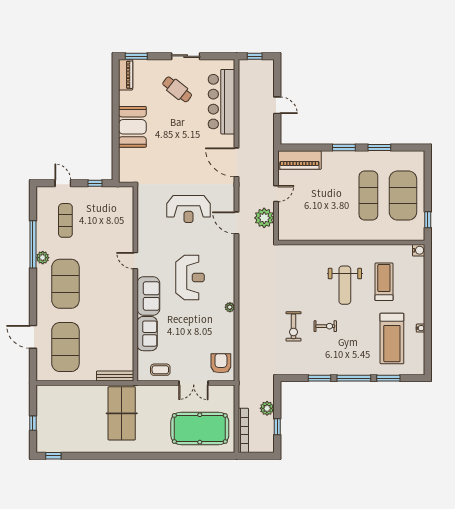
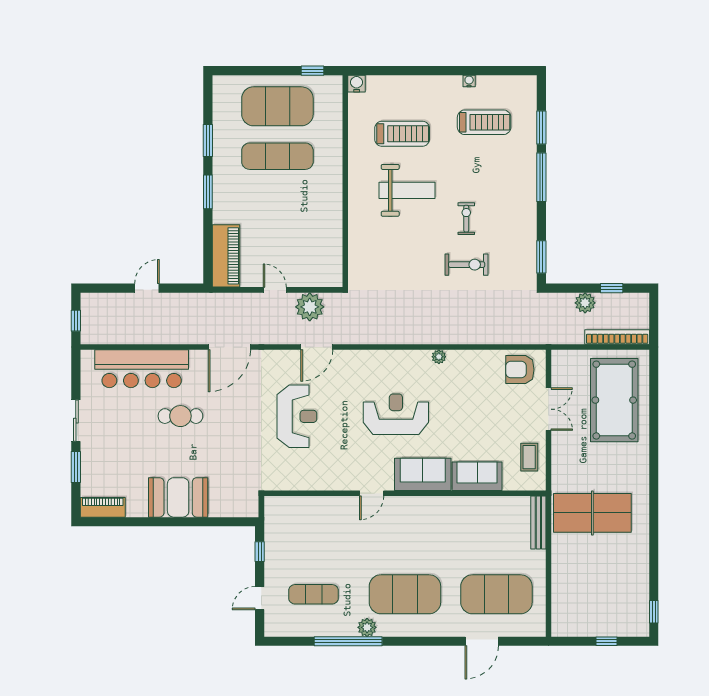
window: (136, 56) -> (76, 467), moved
cafe table: (177, 89) -> (180, 416), moved, turned 52
treadmill: (384, 282) -> (402, 134), turned 180
treadmill: (392, 338) -> (484, 122), width x0.73, depth x0.73
window: (320, 378) -> (541, 257), moved

